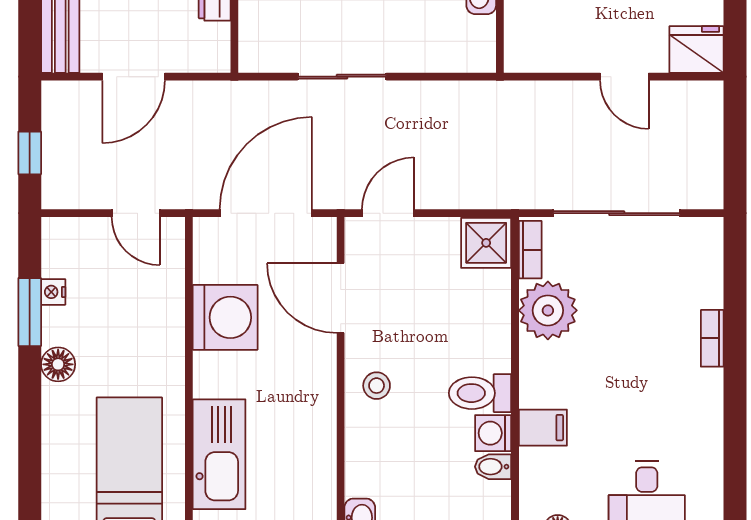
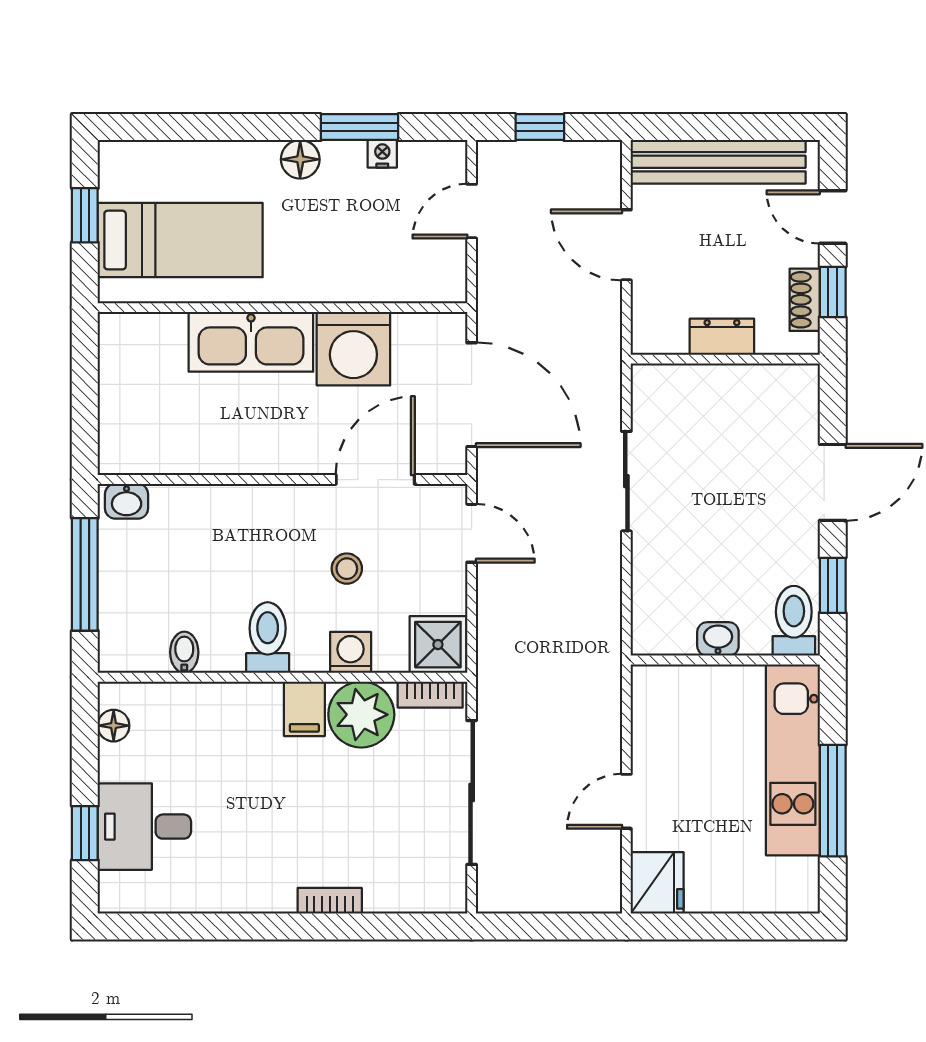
door: (136, 213) -> (472, 211), moved
stool: (377, 386) -> (347, 569), moved
filing cabinet: (543, 428) -> (304, 709), moved
washing machine: (493, 433) -> (351, 652), moved
kitchen sink: (219, 454) -> (251, 342), moved

